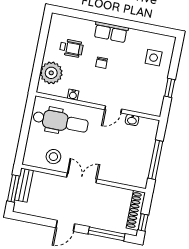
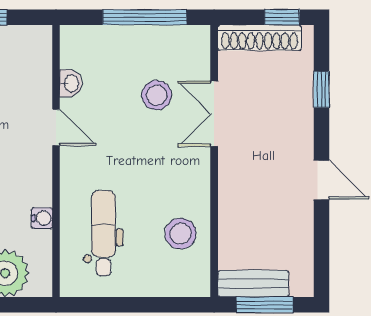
dental chair: (61, 121) -> (103, 233), width x0.73, depth x0.72
stool: (119, 158) -> (157, 95), added
double door: (82, 178) -> (214, 114), moved
window: (107, 234) -> (321, 89), width x0.46

